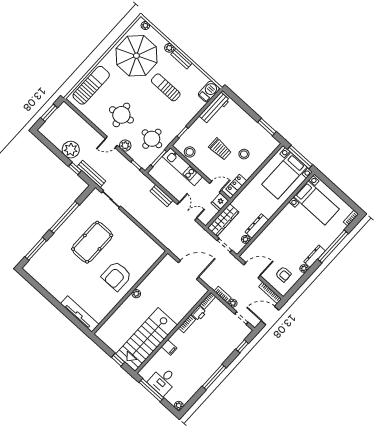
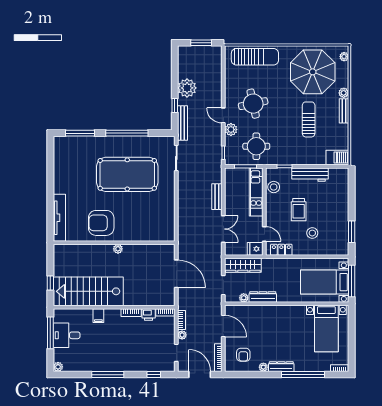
workbench: (214, 108) -> (310, 175), moved
pool table: (92, 242) -> (127, 174), width x1.36, depth x1.32
armchair: (117, 276) -> (101, 223), moved

